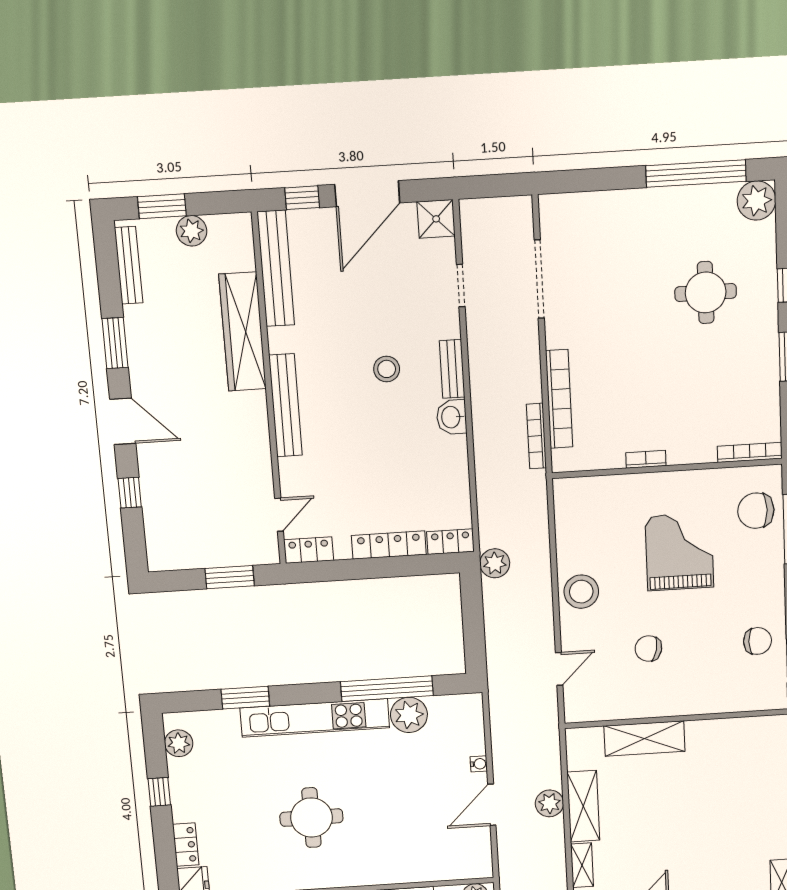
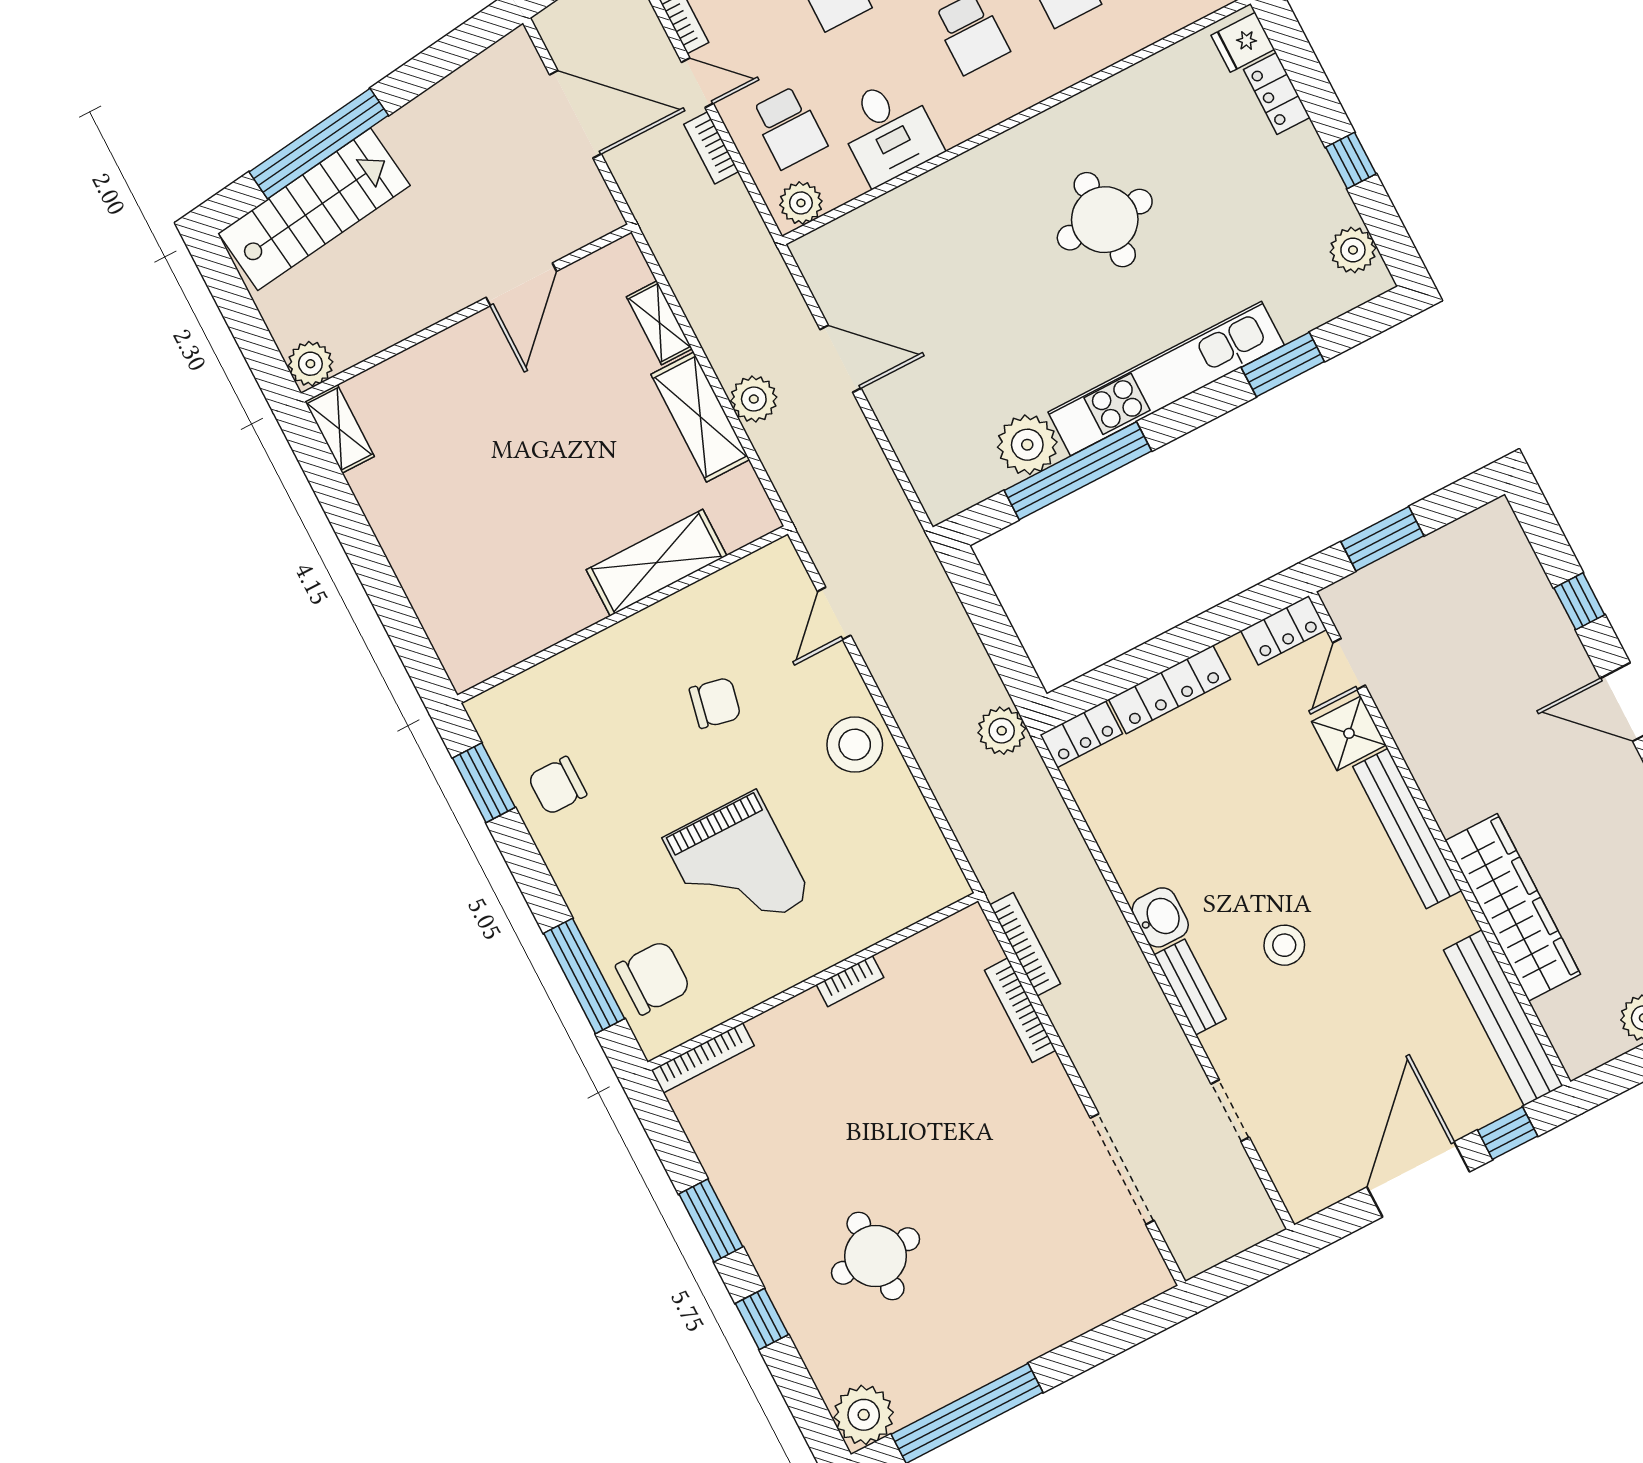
shower: (436, 219) -> (1349, 733), moved
bookcase: (559, 399) -> (1020, 1010), width x0.68, depth x0.76
water cooler: (479, 764) -> (889, 414), removed
door: (492, 805) -> (840, 359), hinge flipped

